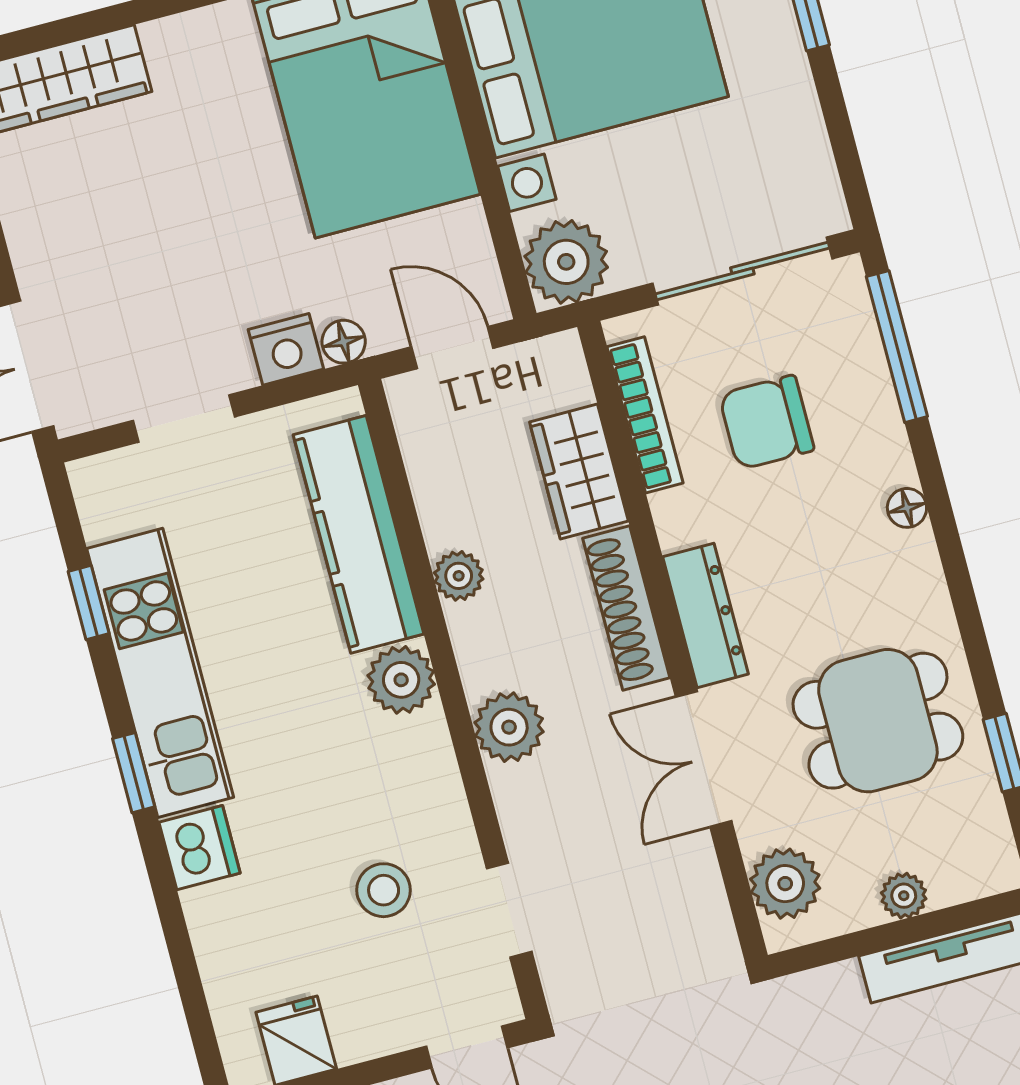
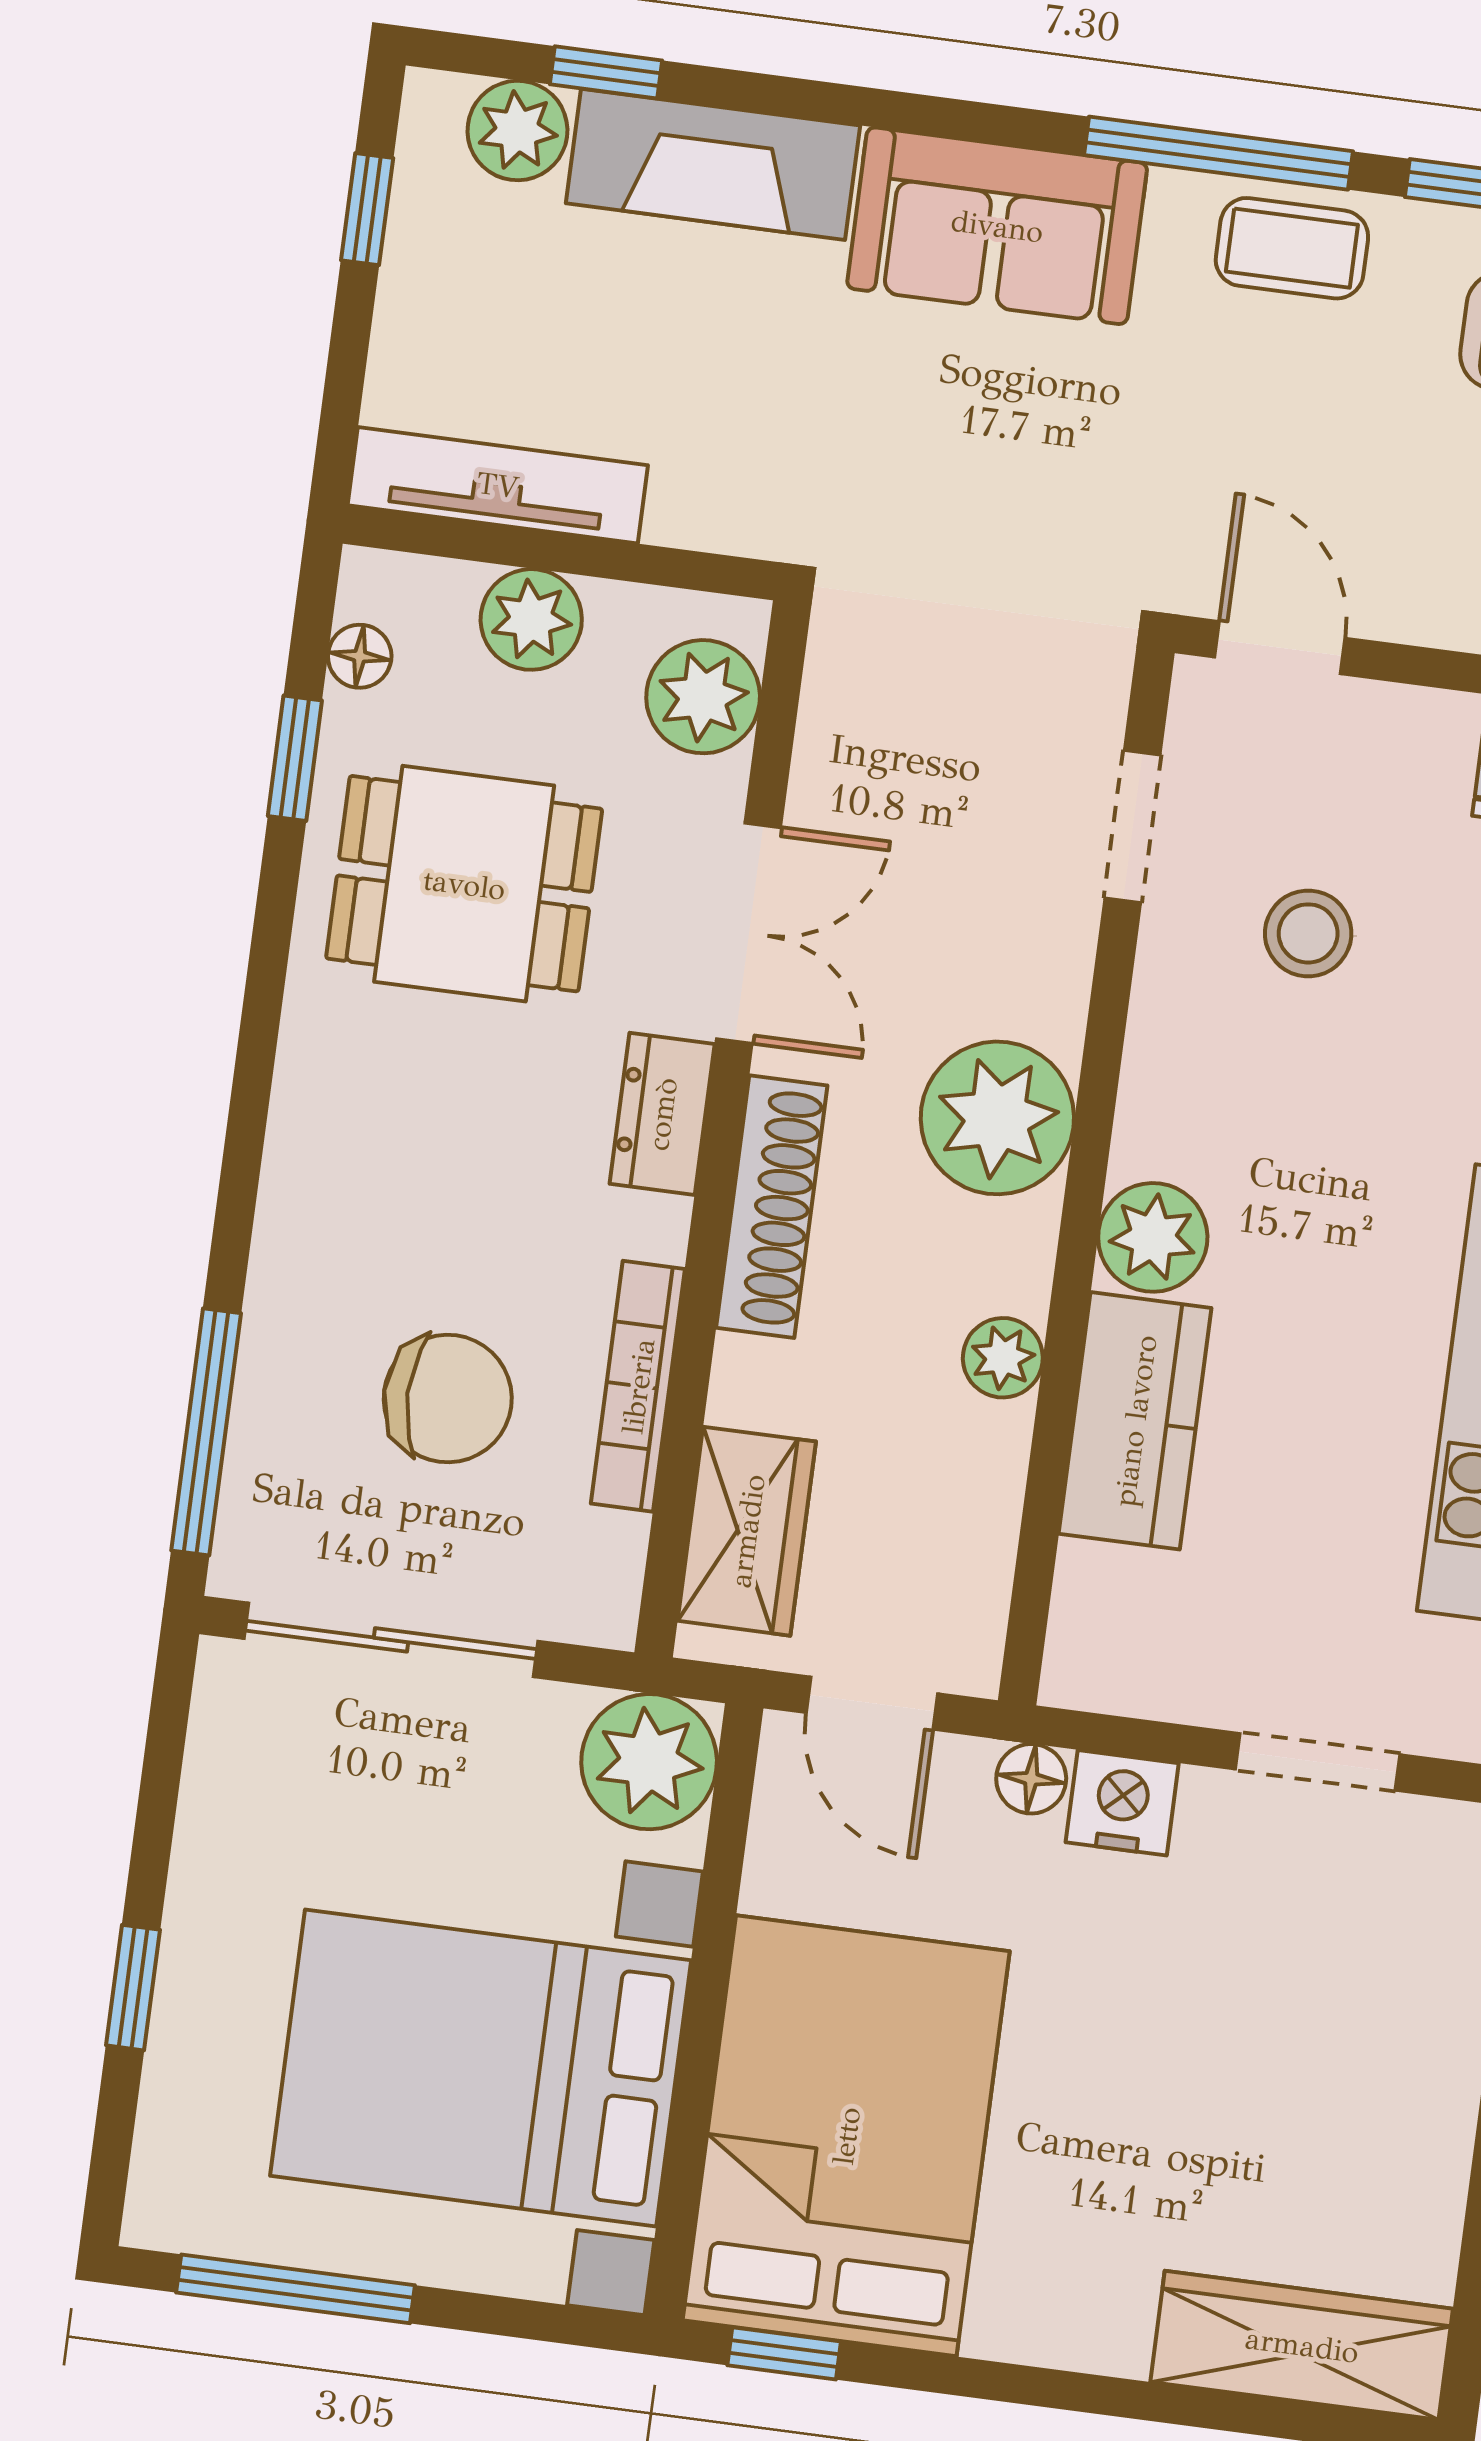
bookcase: (645, 415) -> (638, 1386), moved
wardrobe: (579, 471) -> (747, 1531), moved
floor lamp: (907, 508) -> (360, 656), moved
kitchen counter: (359, 534) -> (1135, 1421), width x0.67
dresser: (705, 615) -> (662, 1114), width x0.70
plant: (509, 727) -> (997, 1118), width x1.36, depth x1.36
plant: (904, 896) -> (531, 619), width x1.38, depth x1.38

